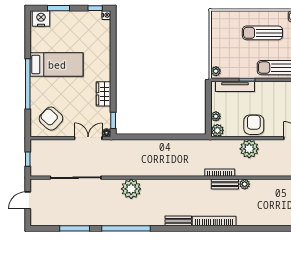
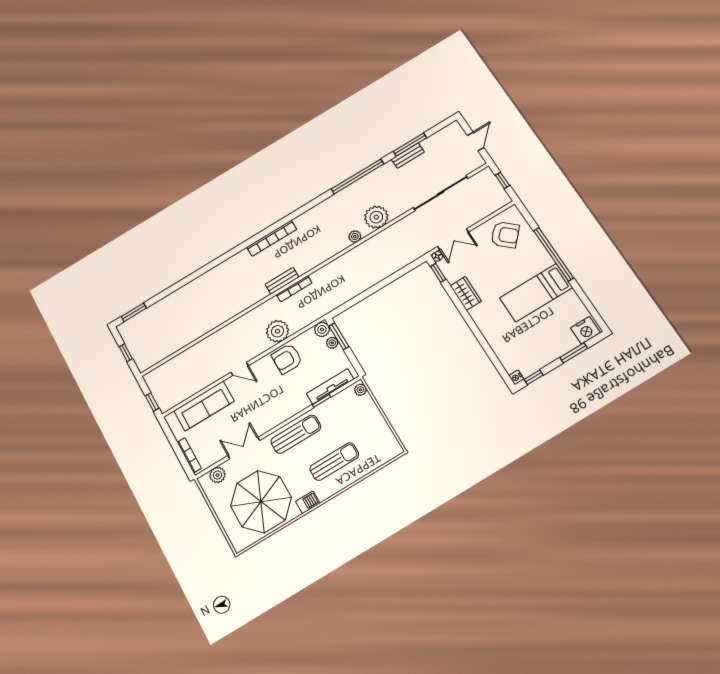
window: (208, 118) -> (339, 336), added
armchair: (254, 125) -> (287, 359), turned 90
plant: (245, 184) -> (355, 236), moved
bench: (178, 221) -> (408, 156), moved

